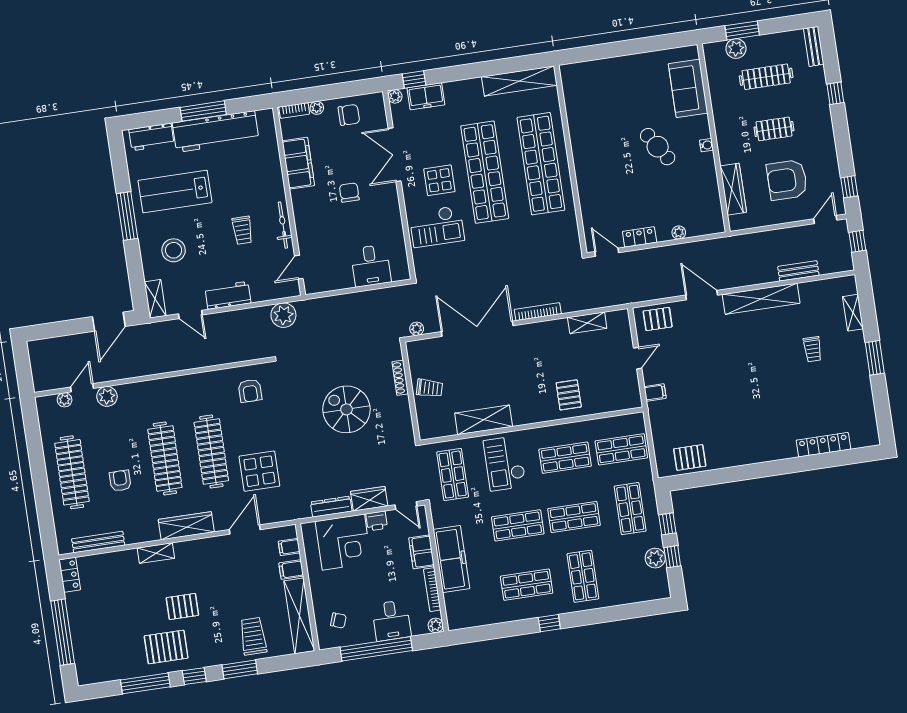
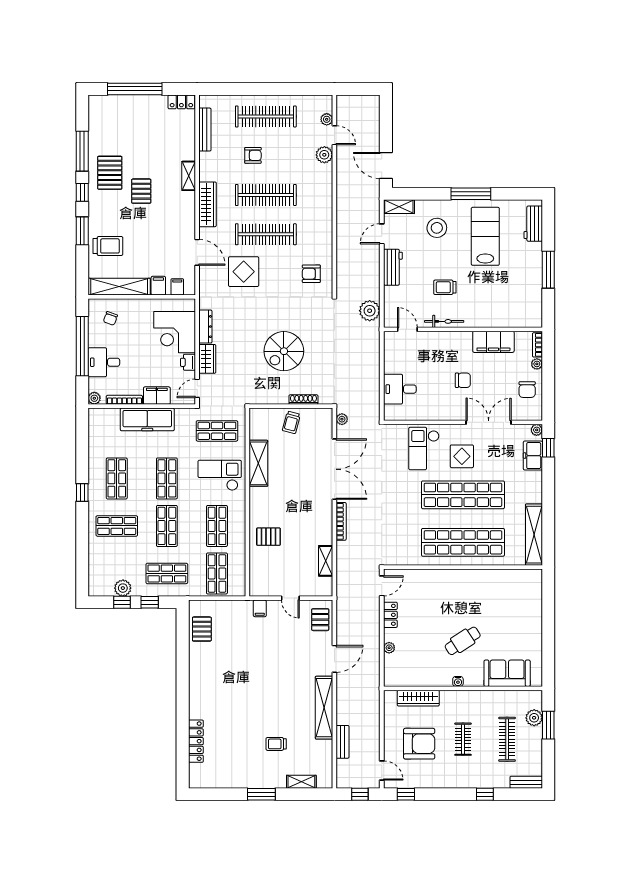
workbench: (216, 132) -> (530, 277), removed
armchair: (787, 180) -> (419, 744), turned 90
spiral stairs: (346, 409) -> (284, 351), turned 180

